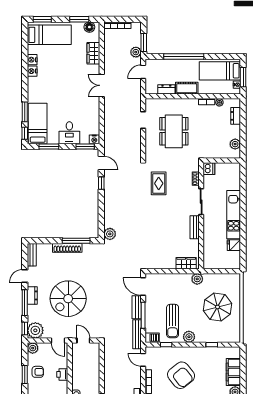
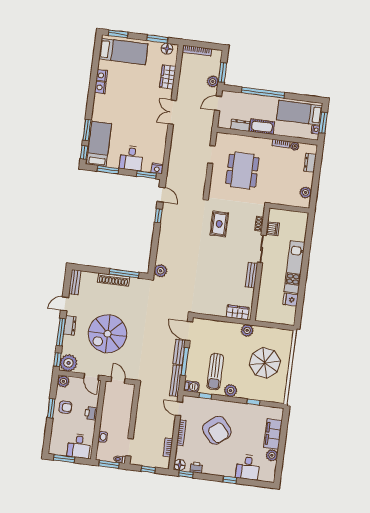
dishwasher: (209, 169) -> (273, 229), moved

